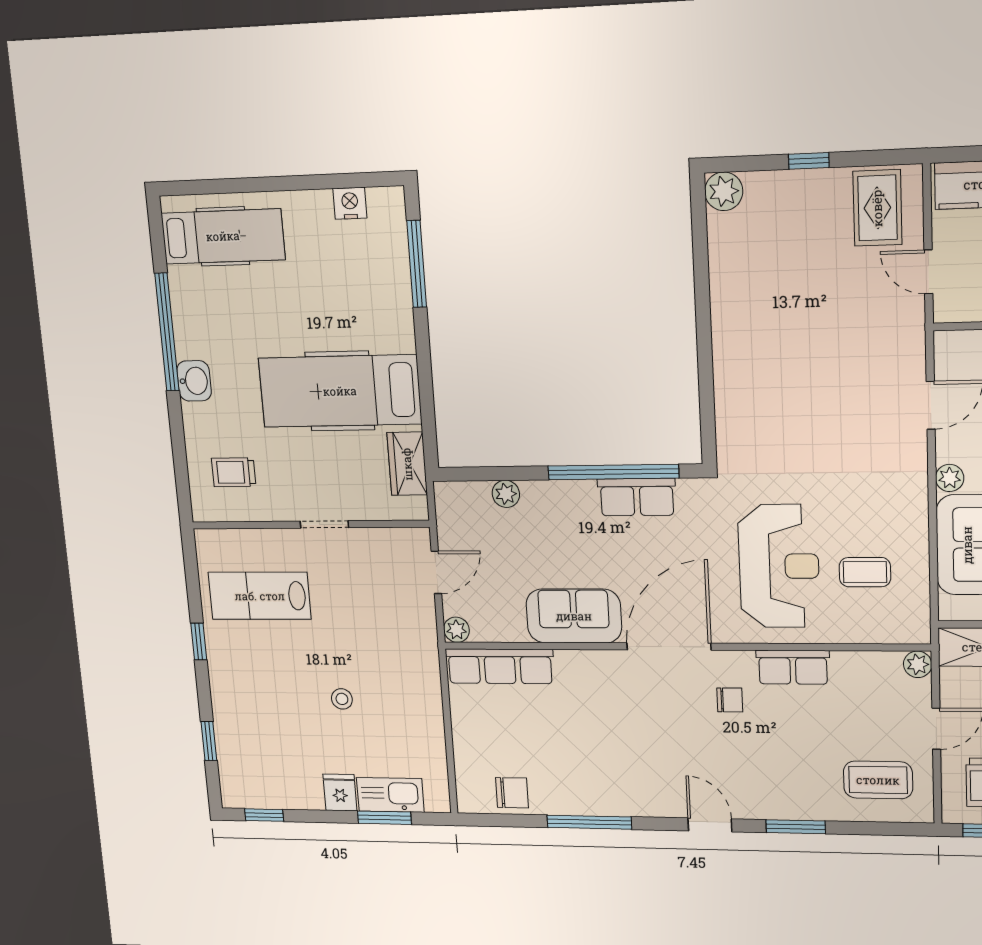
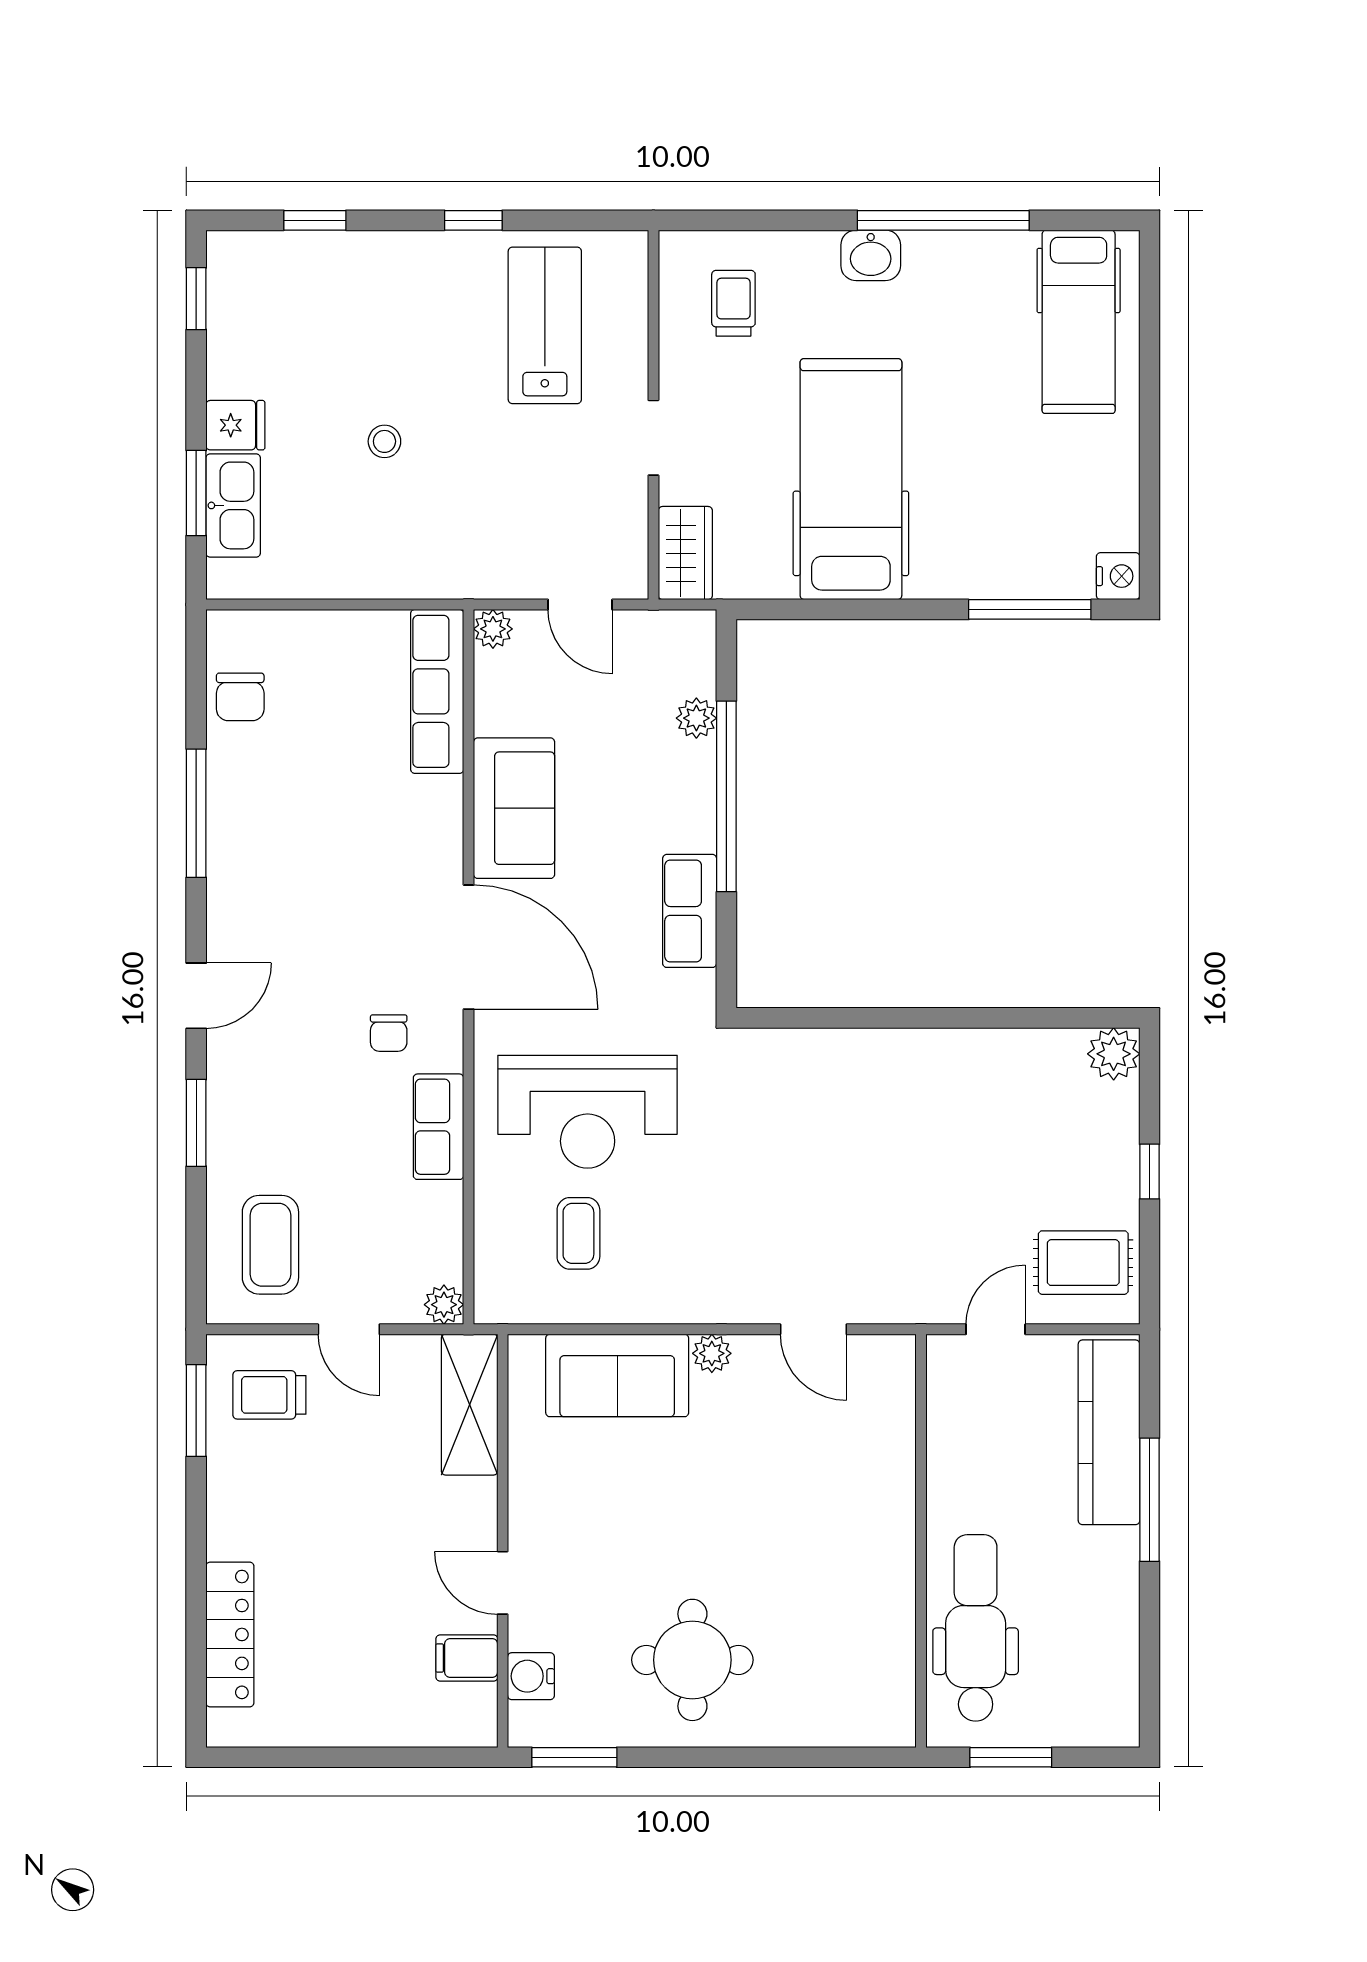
nightstand: (350, 203) -> (1118, 576), moved
wardrobe: (407, 464) -> (685, 553), moved, turned 90
window: (613, 472) -> (726, 796), moved

